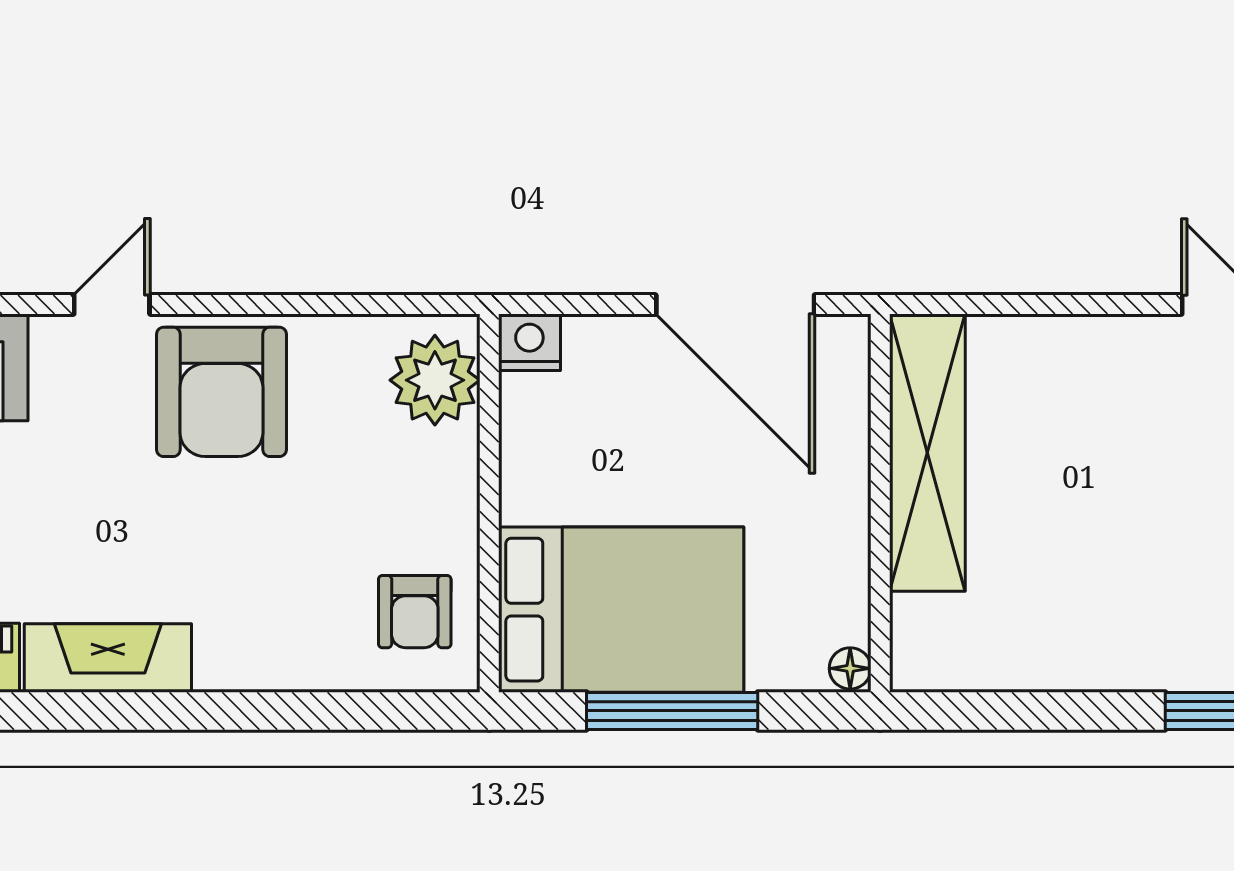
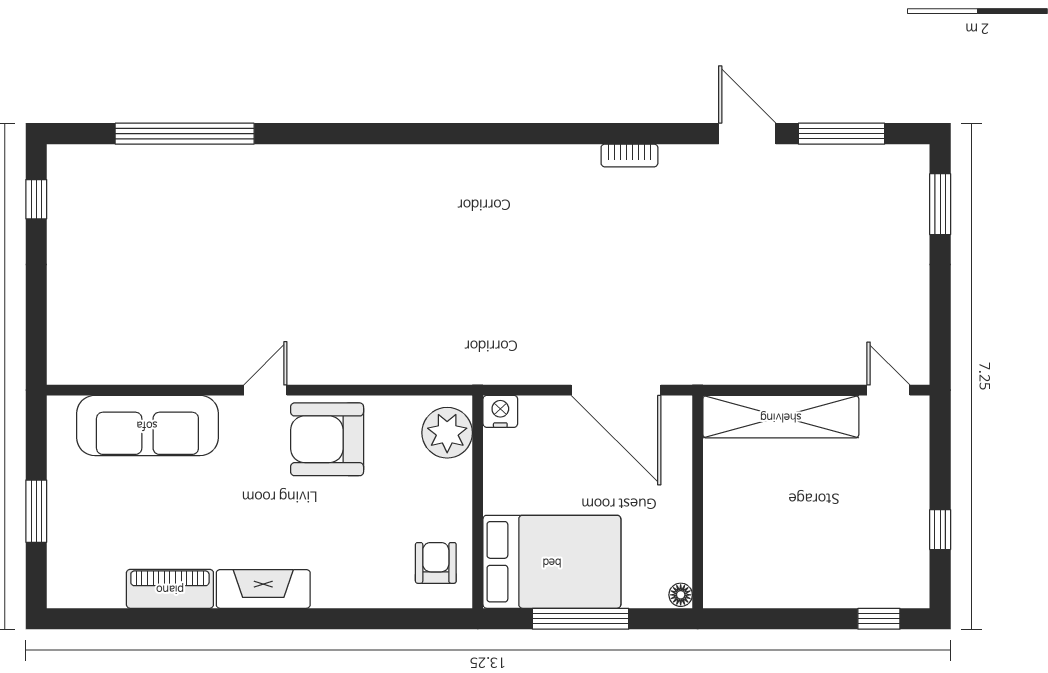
armchair: (221, 392) -> (327, 439), turned 90
shelving: (927, 453) -> (781, 417), moved, turned 90
armchair: (415, 612) -> (436, 563), turned 180

